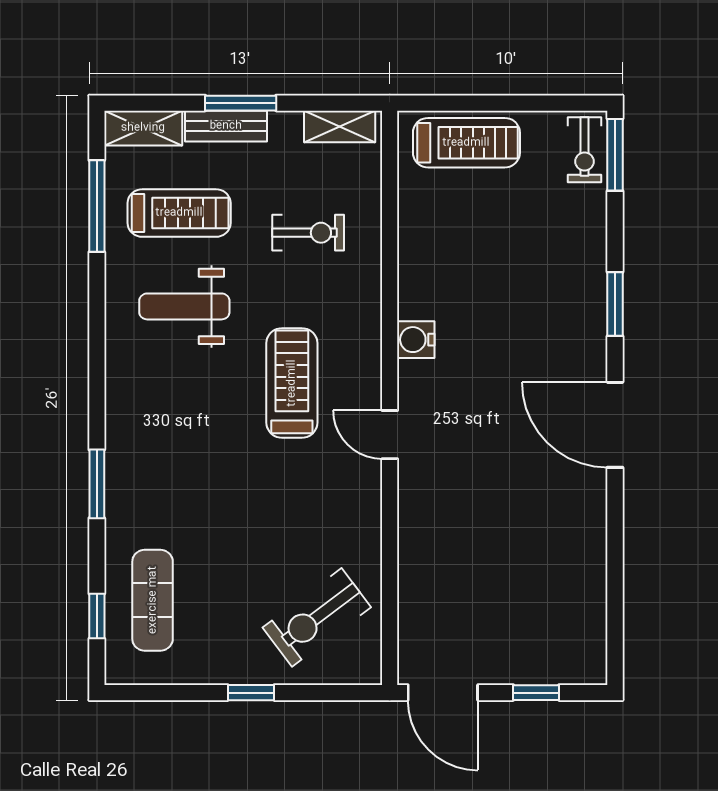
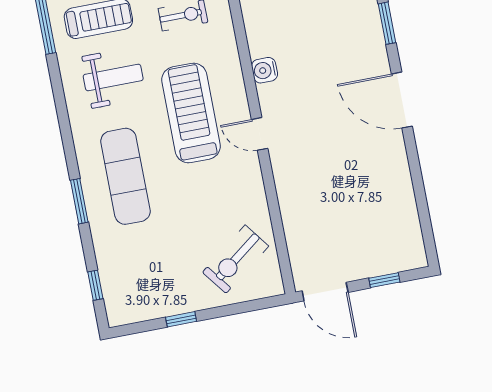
weight bench: (184, 306) -> (113, 77), turned 180
treadmill: (292, 383) -> (191, 113), width x1.37, depth x1.38
exercise mat: (153, 600) -> (125, 176), moved, width x1.36, depth x1.45
window: (251, 693) -> (181, 319), moved

